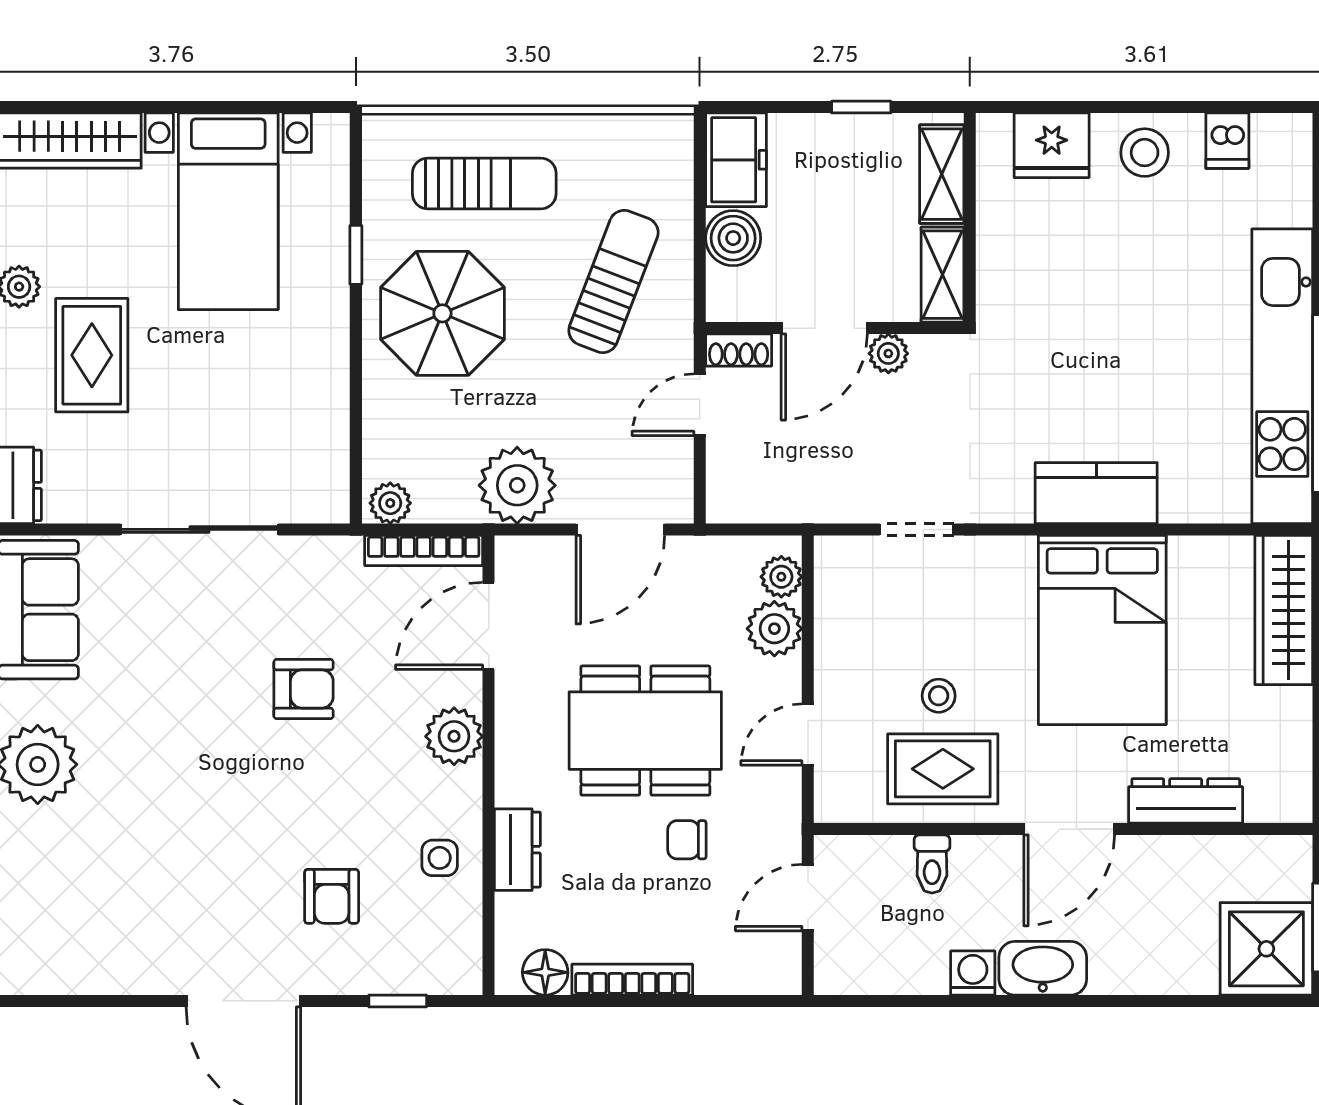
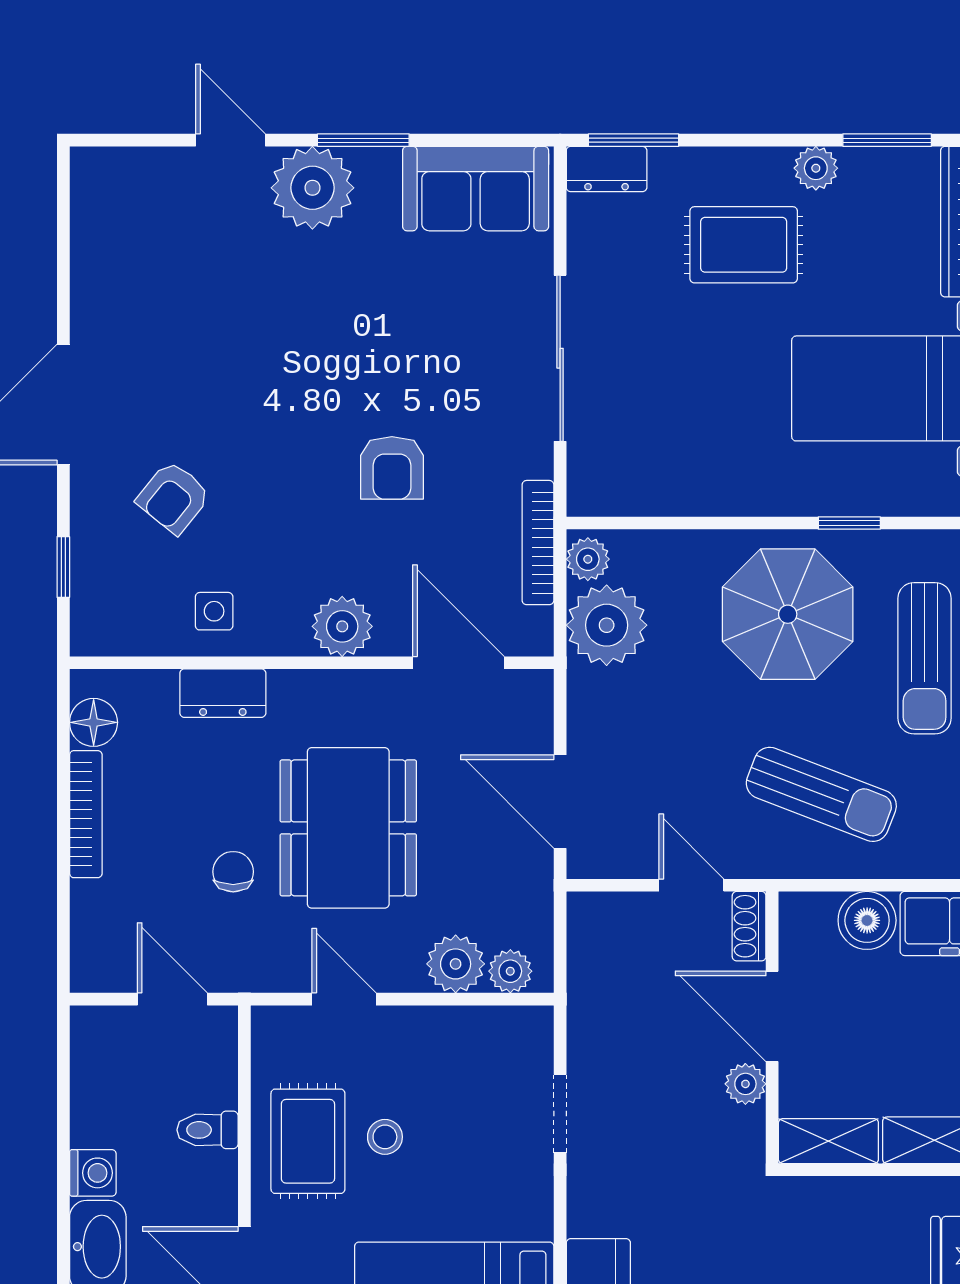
plant: (517, 485) -> (607, 625), moved
bookcase: (424, 550) -> (538, 543), moved
armchair: (332, 896) -> (174, 497), turned -51

